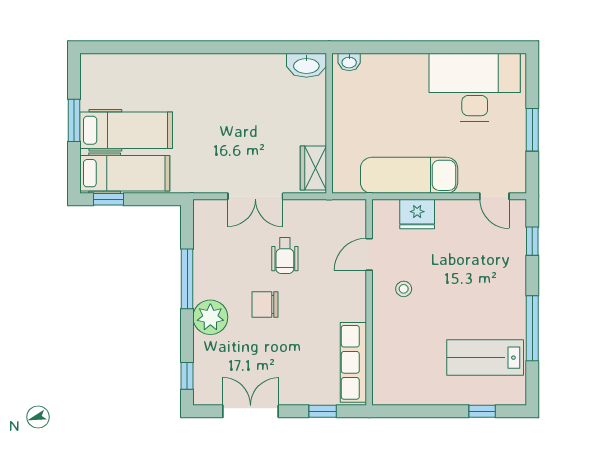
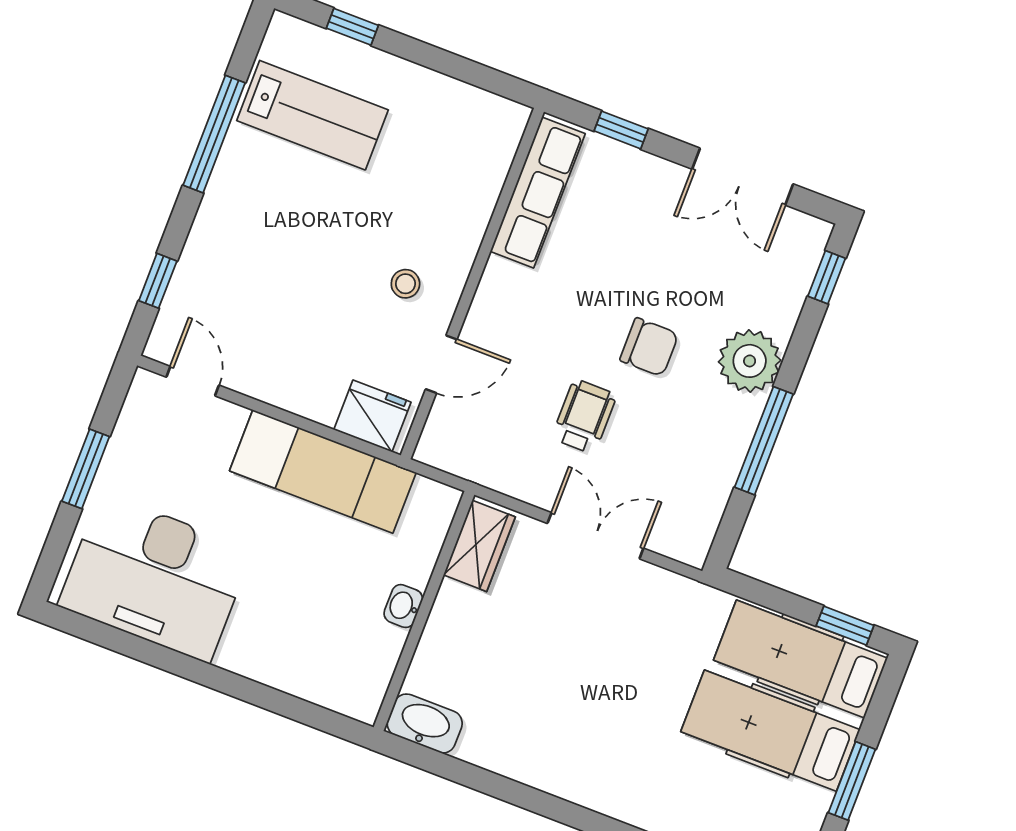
washbasin: (349, 62) -> (403, 606), moved, turned -90
fridge: (417, 214) -> (372, 416), moved

